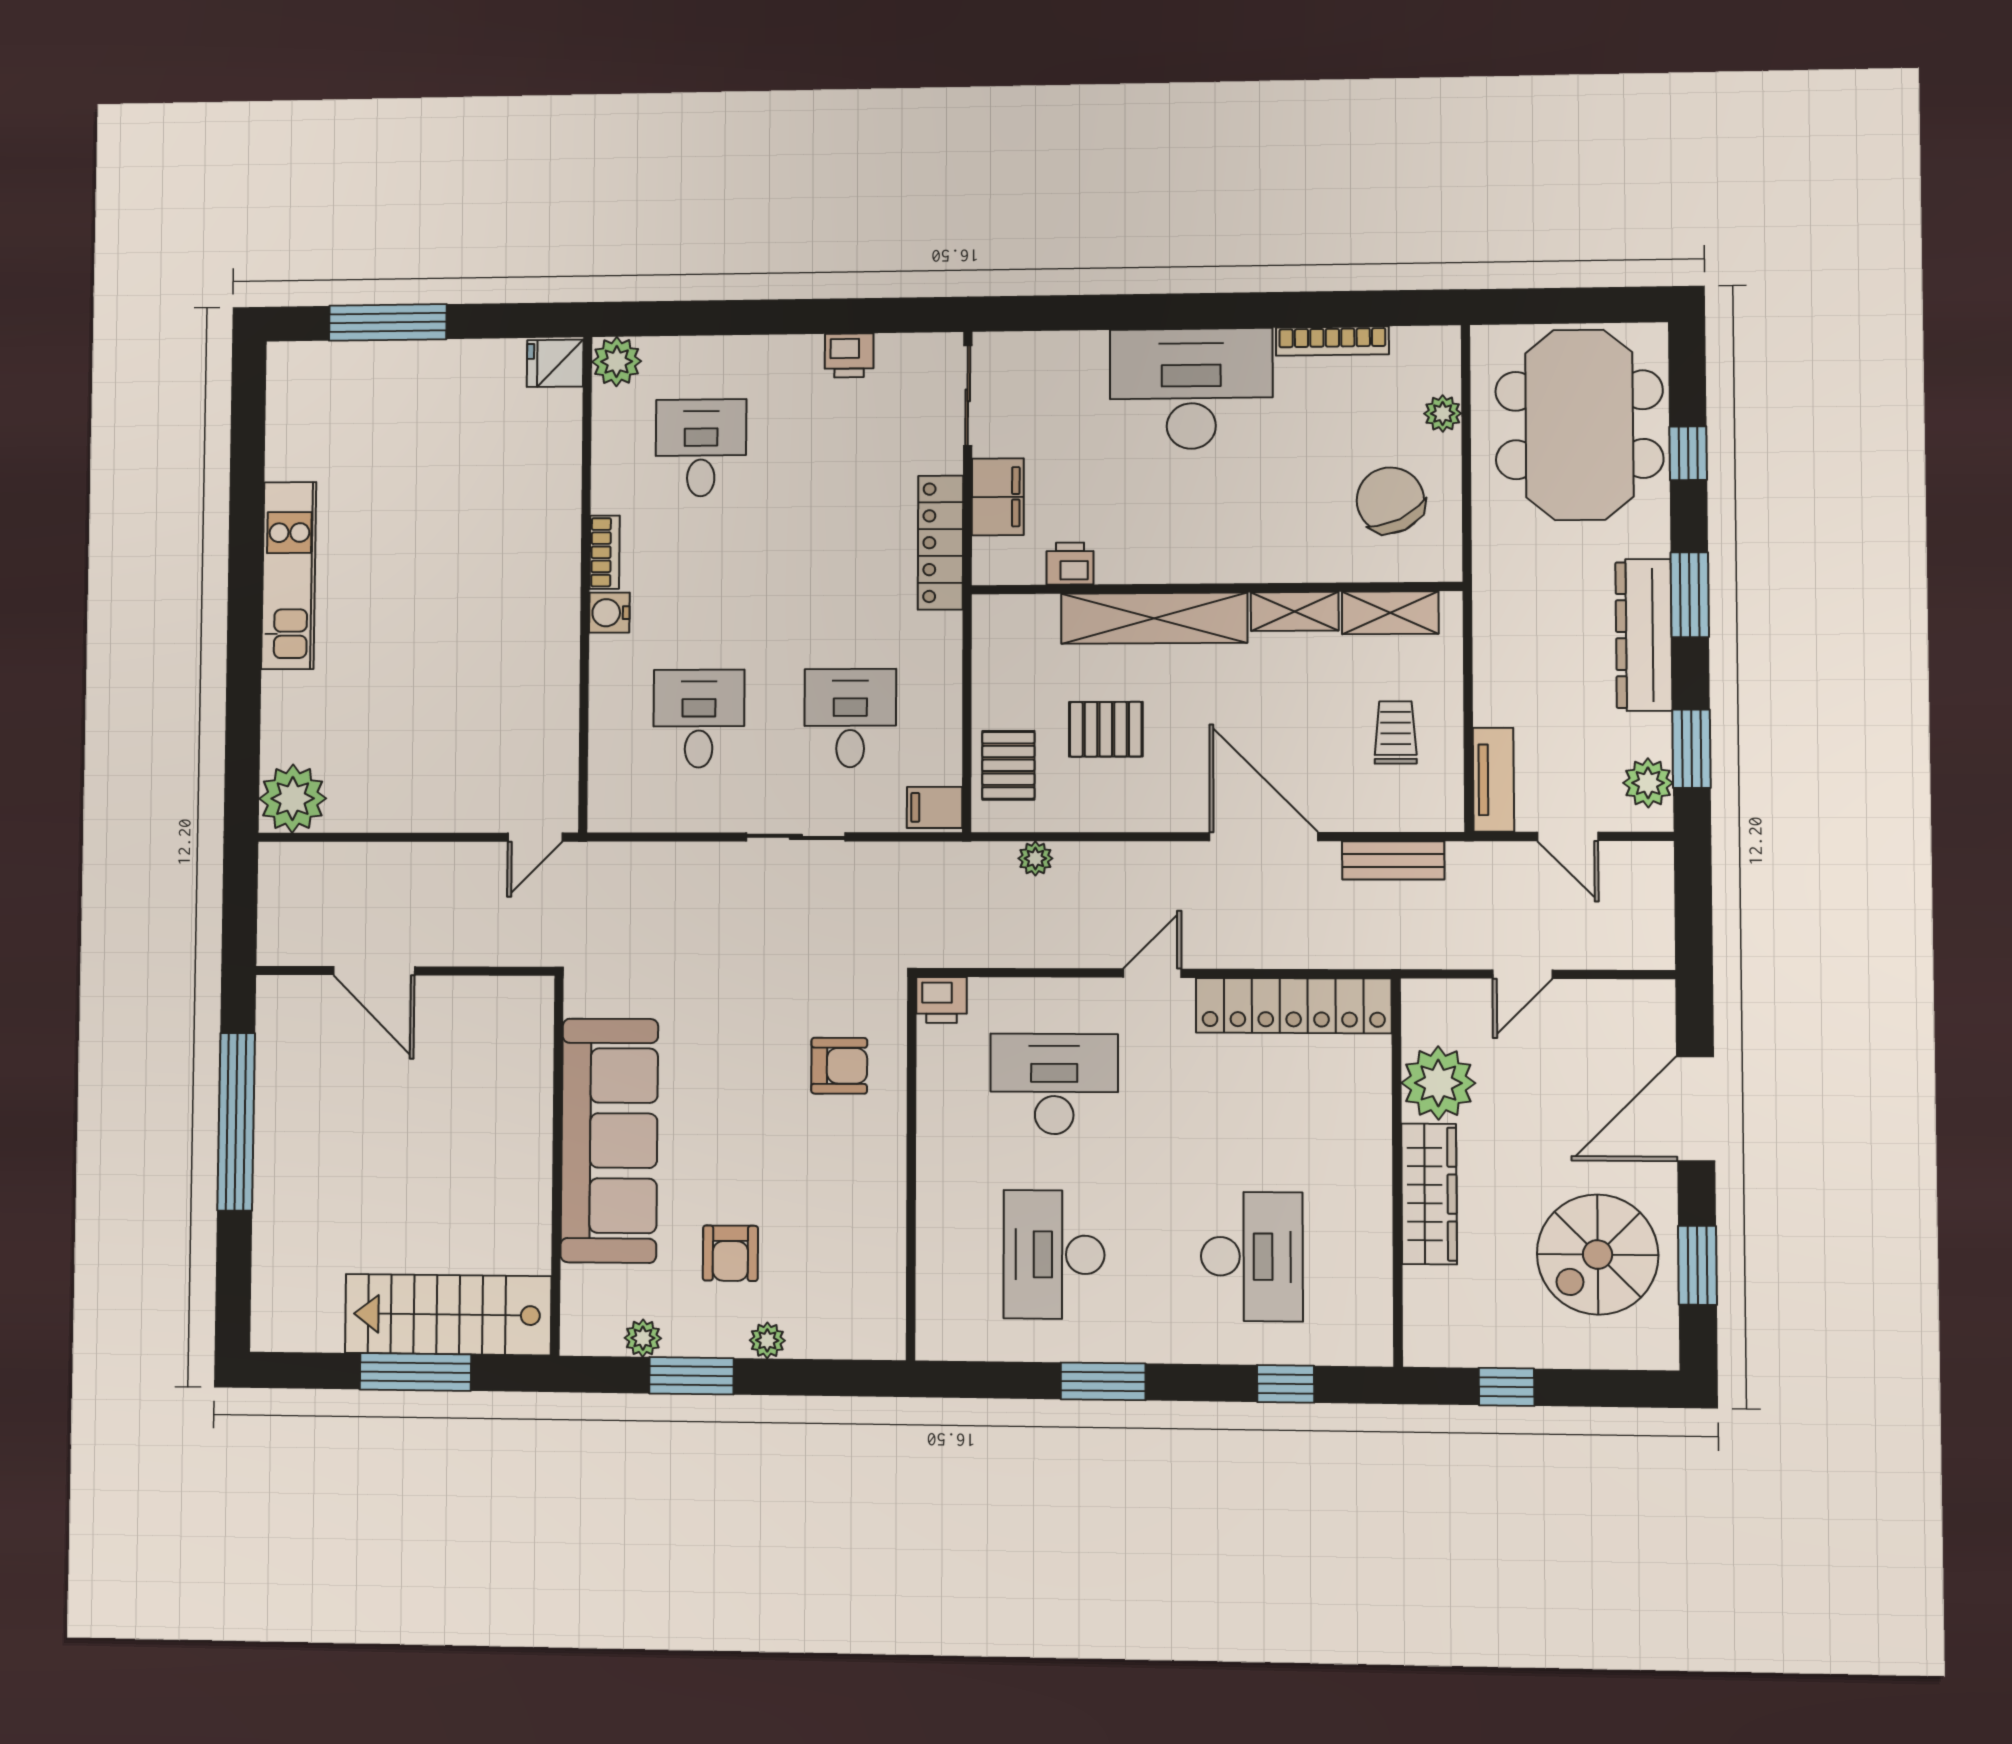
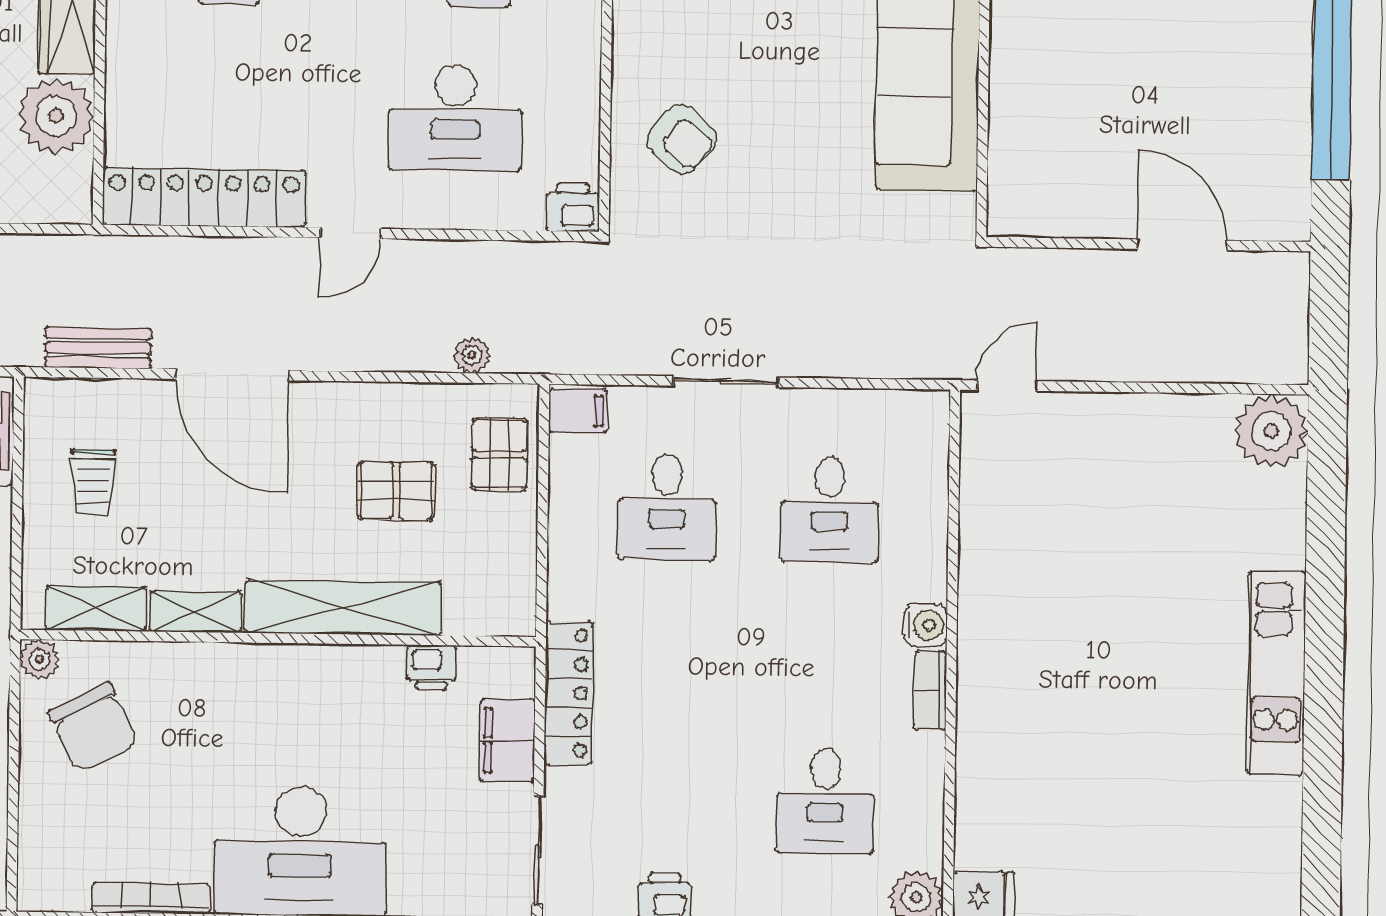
plant: (1443, 413) -> (39, 659), moved
armchair: (839, 1066) -> (682, 139), turned -140

